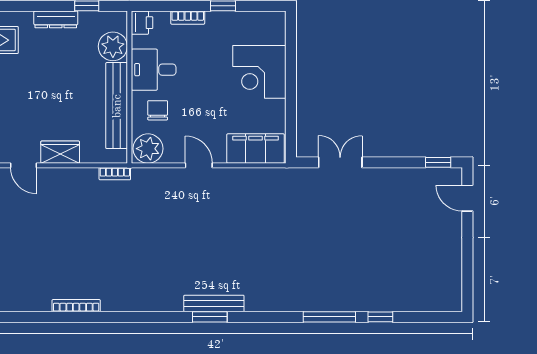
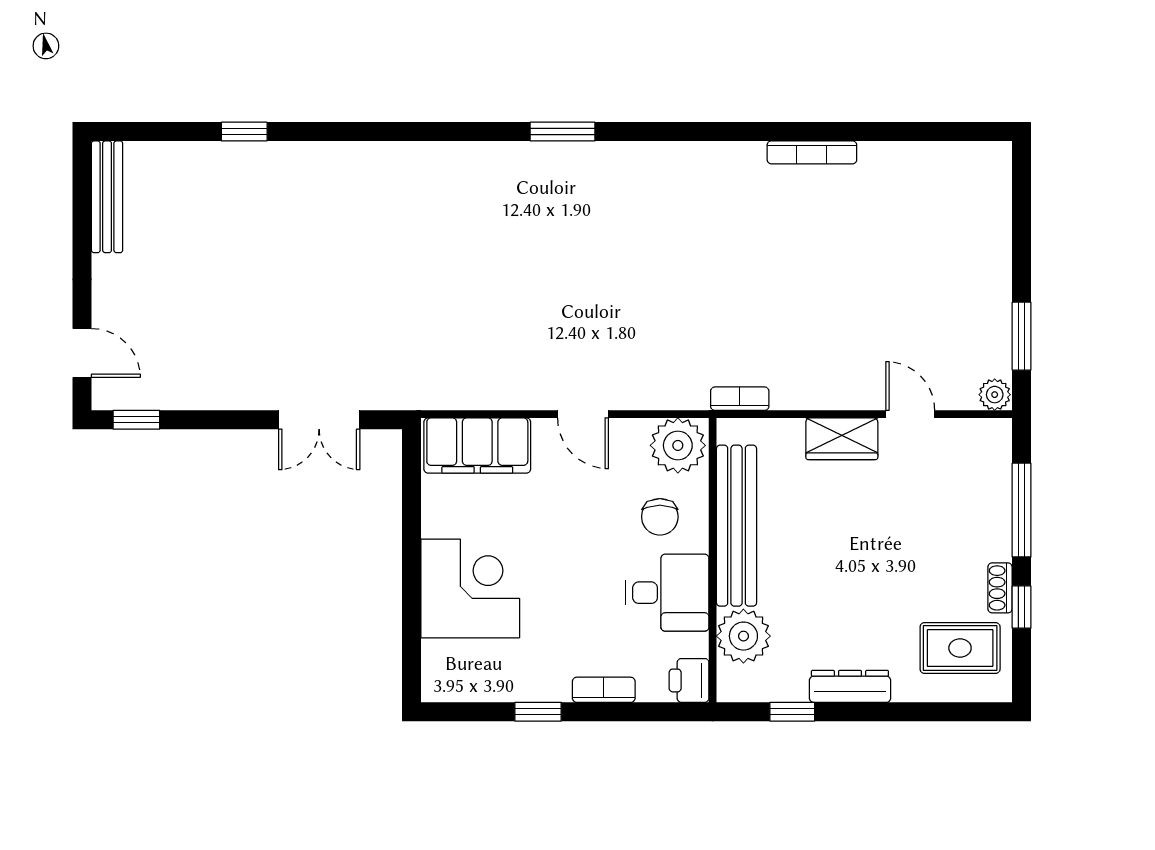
bench: (214, 303) -> (107, 197), moved, turned 90
window: (329, 317) -> (339, 132), removed

